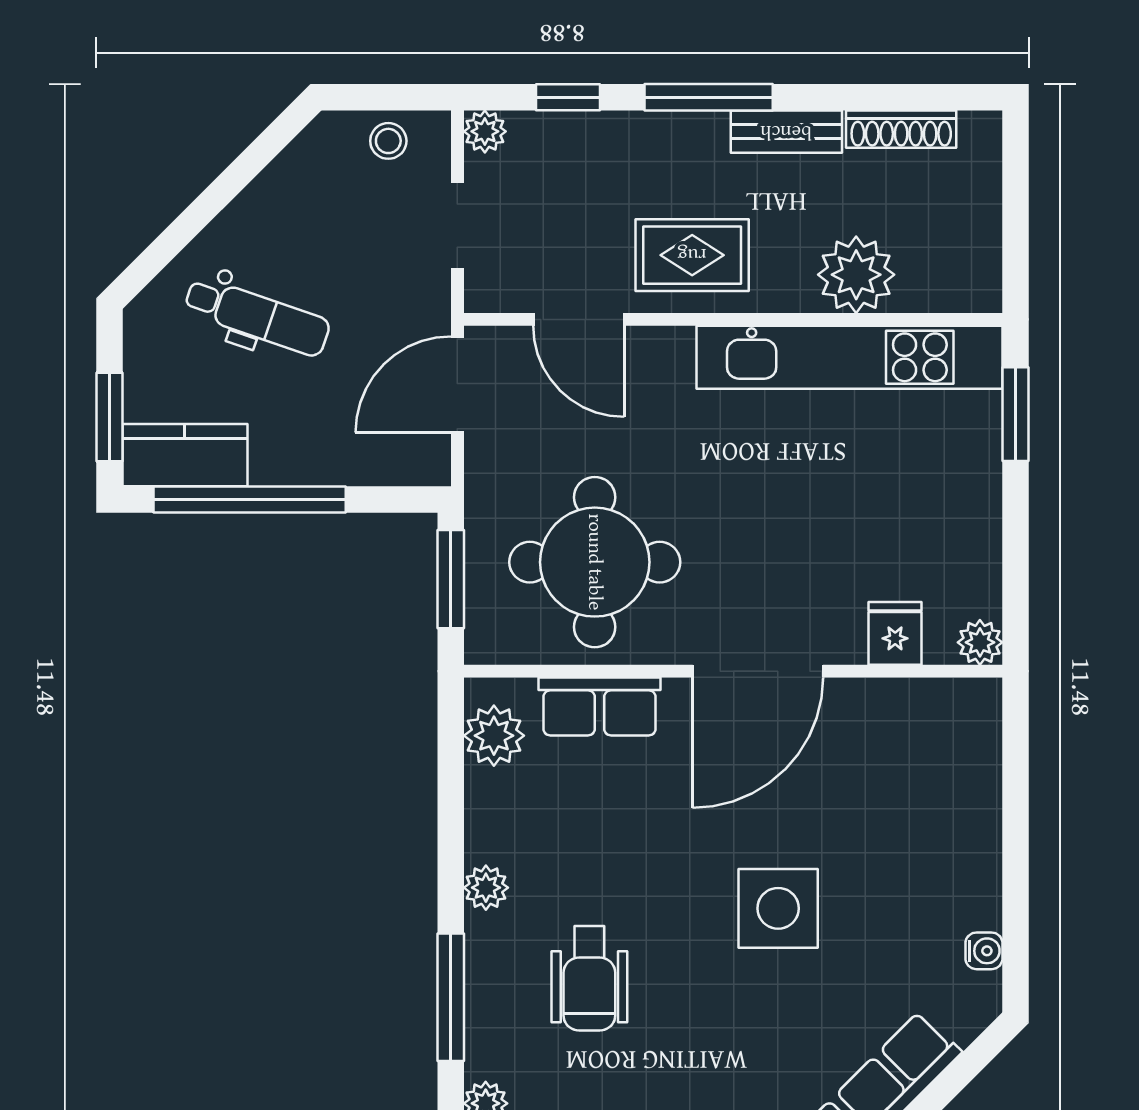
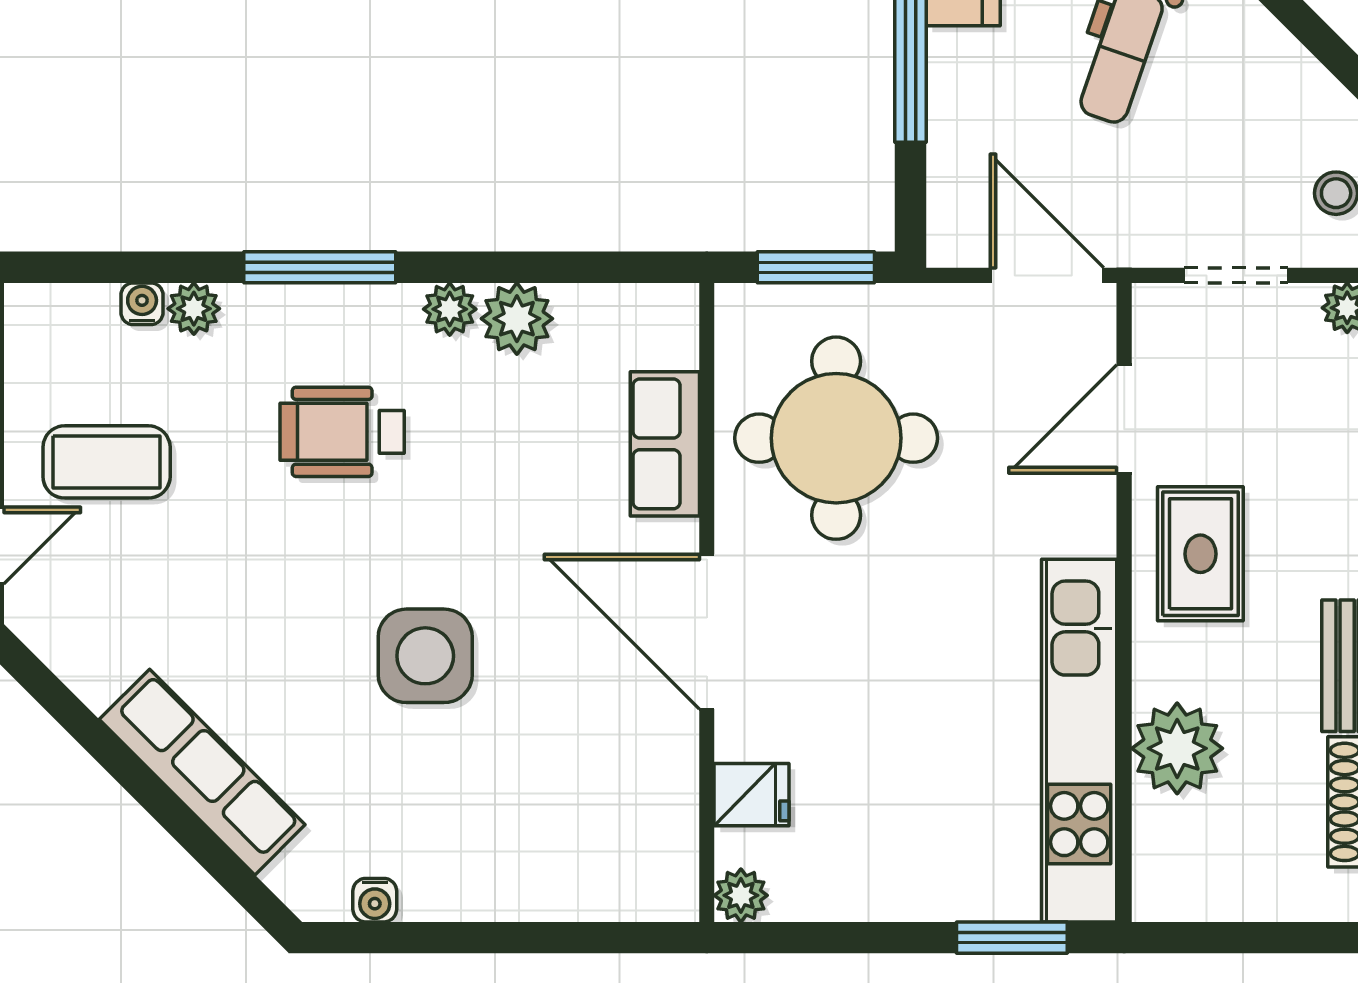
plant: (494, 736) -> (517, 319), moved

